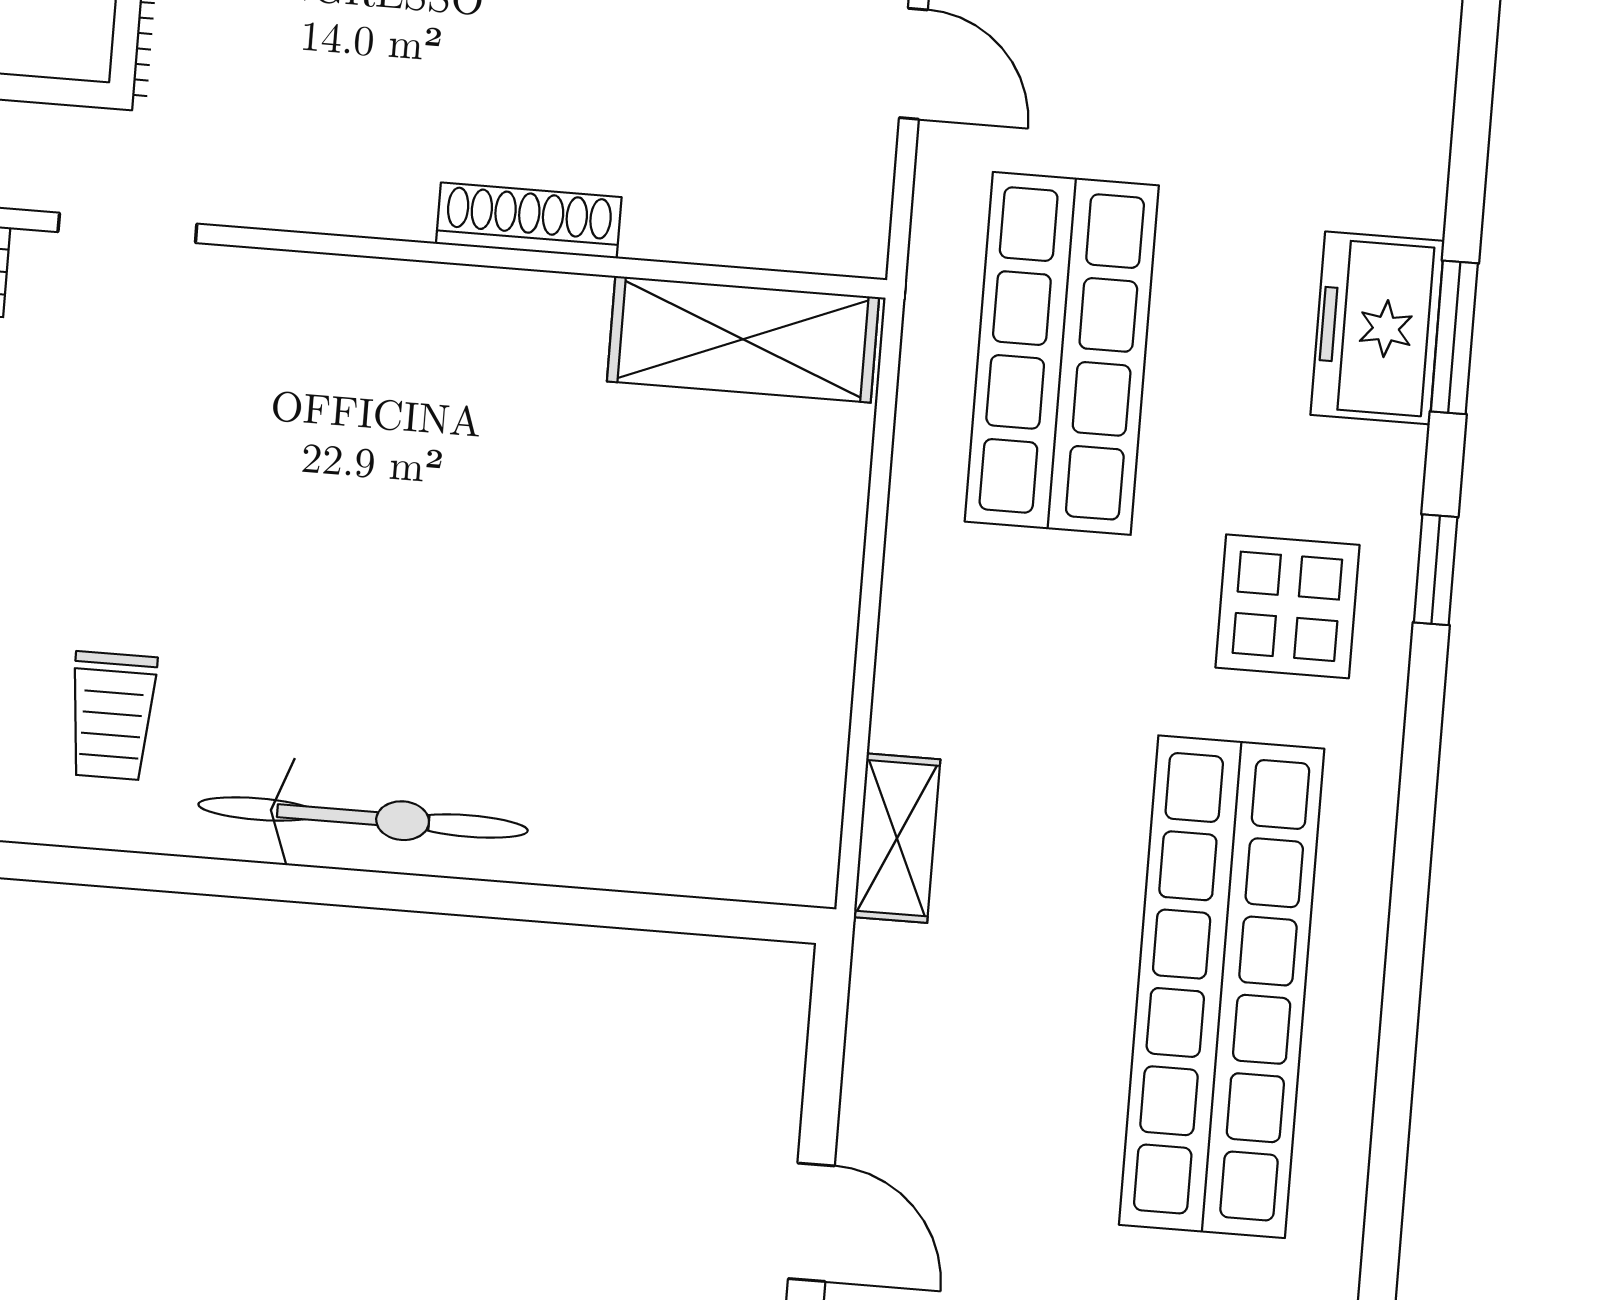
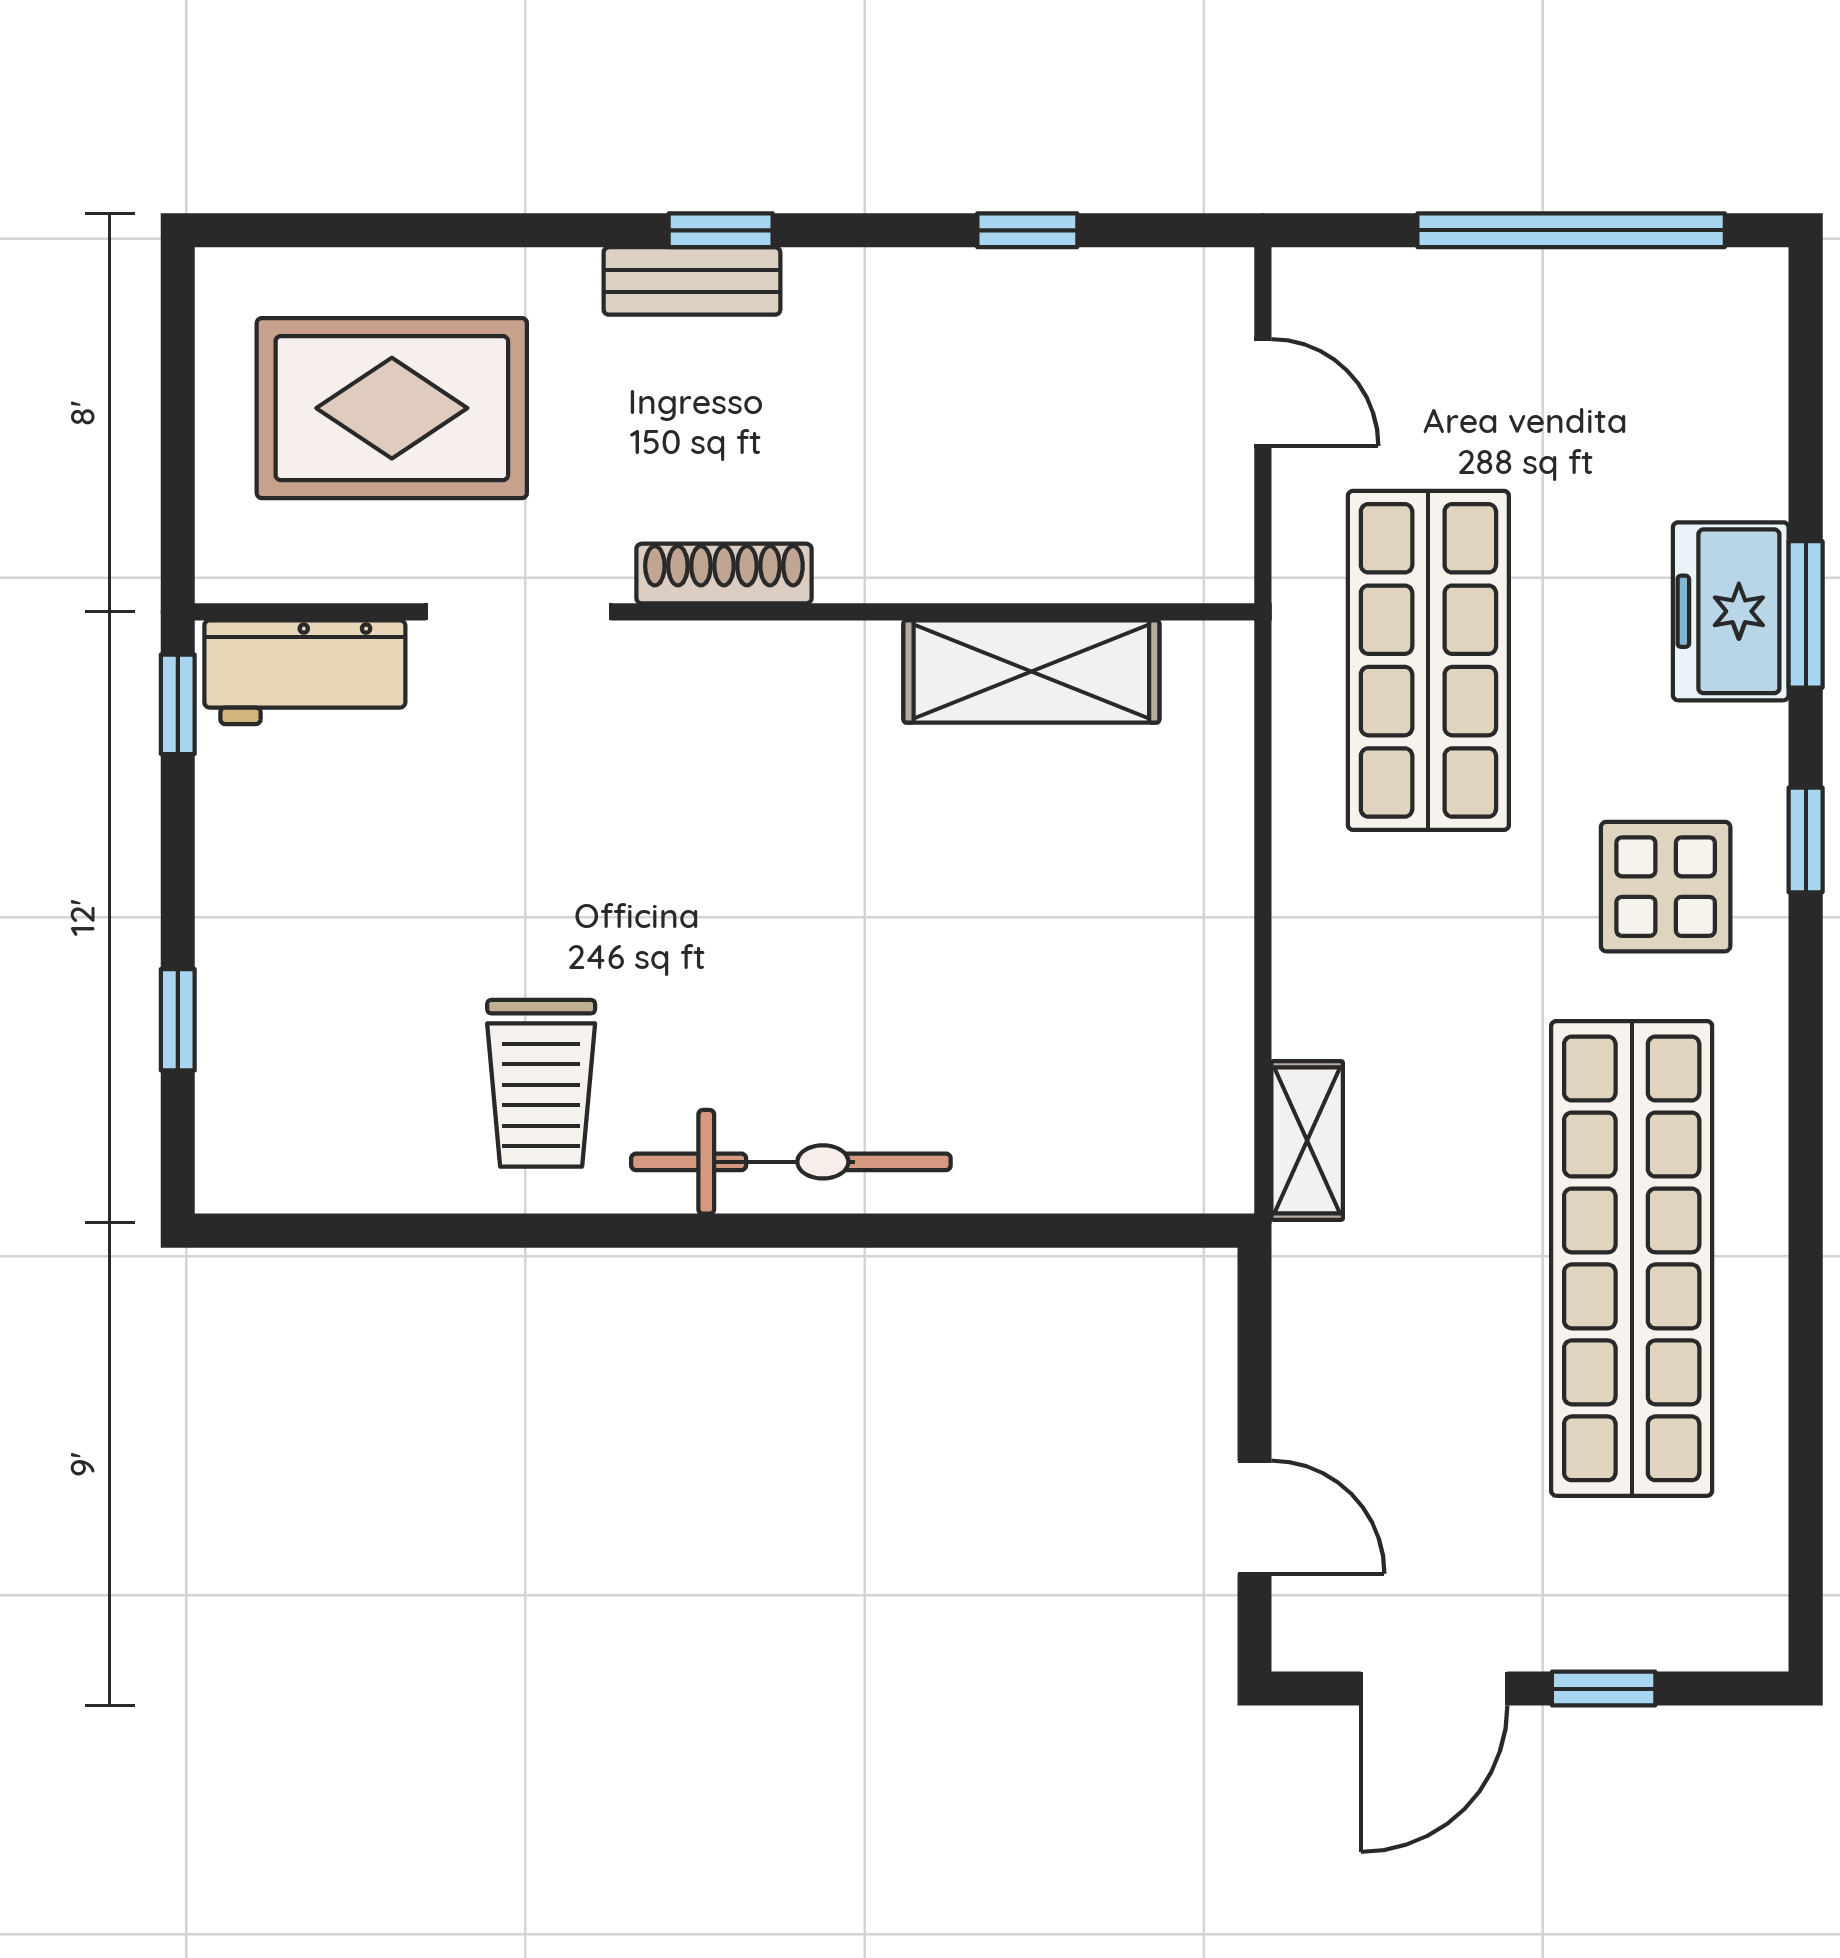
shoe rack: (529, 220) -> (724, 574), moved
doorway: (127, 228) -> (518, 612), width x1.38
shelving: (743, 339) -> (1031, 671), moved
trolley: (112, 716) -> (541, 1083), width x1.36, depth x1.39

